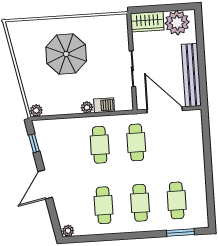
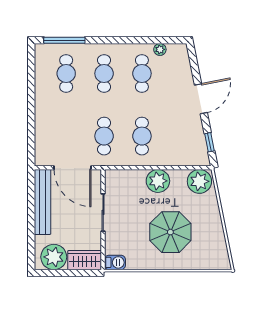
barbecue: (104, 105) -> (115, 262), moved, turned 180
plant: (87, 107) -> (158, 181), width x1.88, depth x1.88
plant: (36, 110) -> (199, 181), width x1.87, depth x1.87
plant: (68, 231) -> (160, 49), moved
window: (180, 232) -> (64, 40), width x1.44

